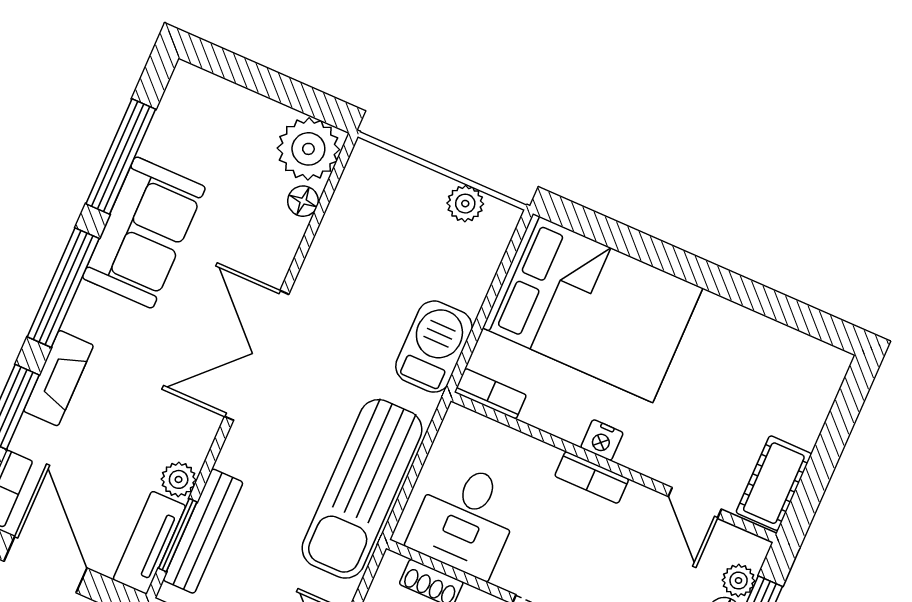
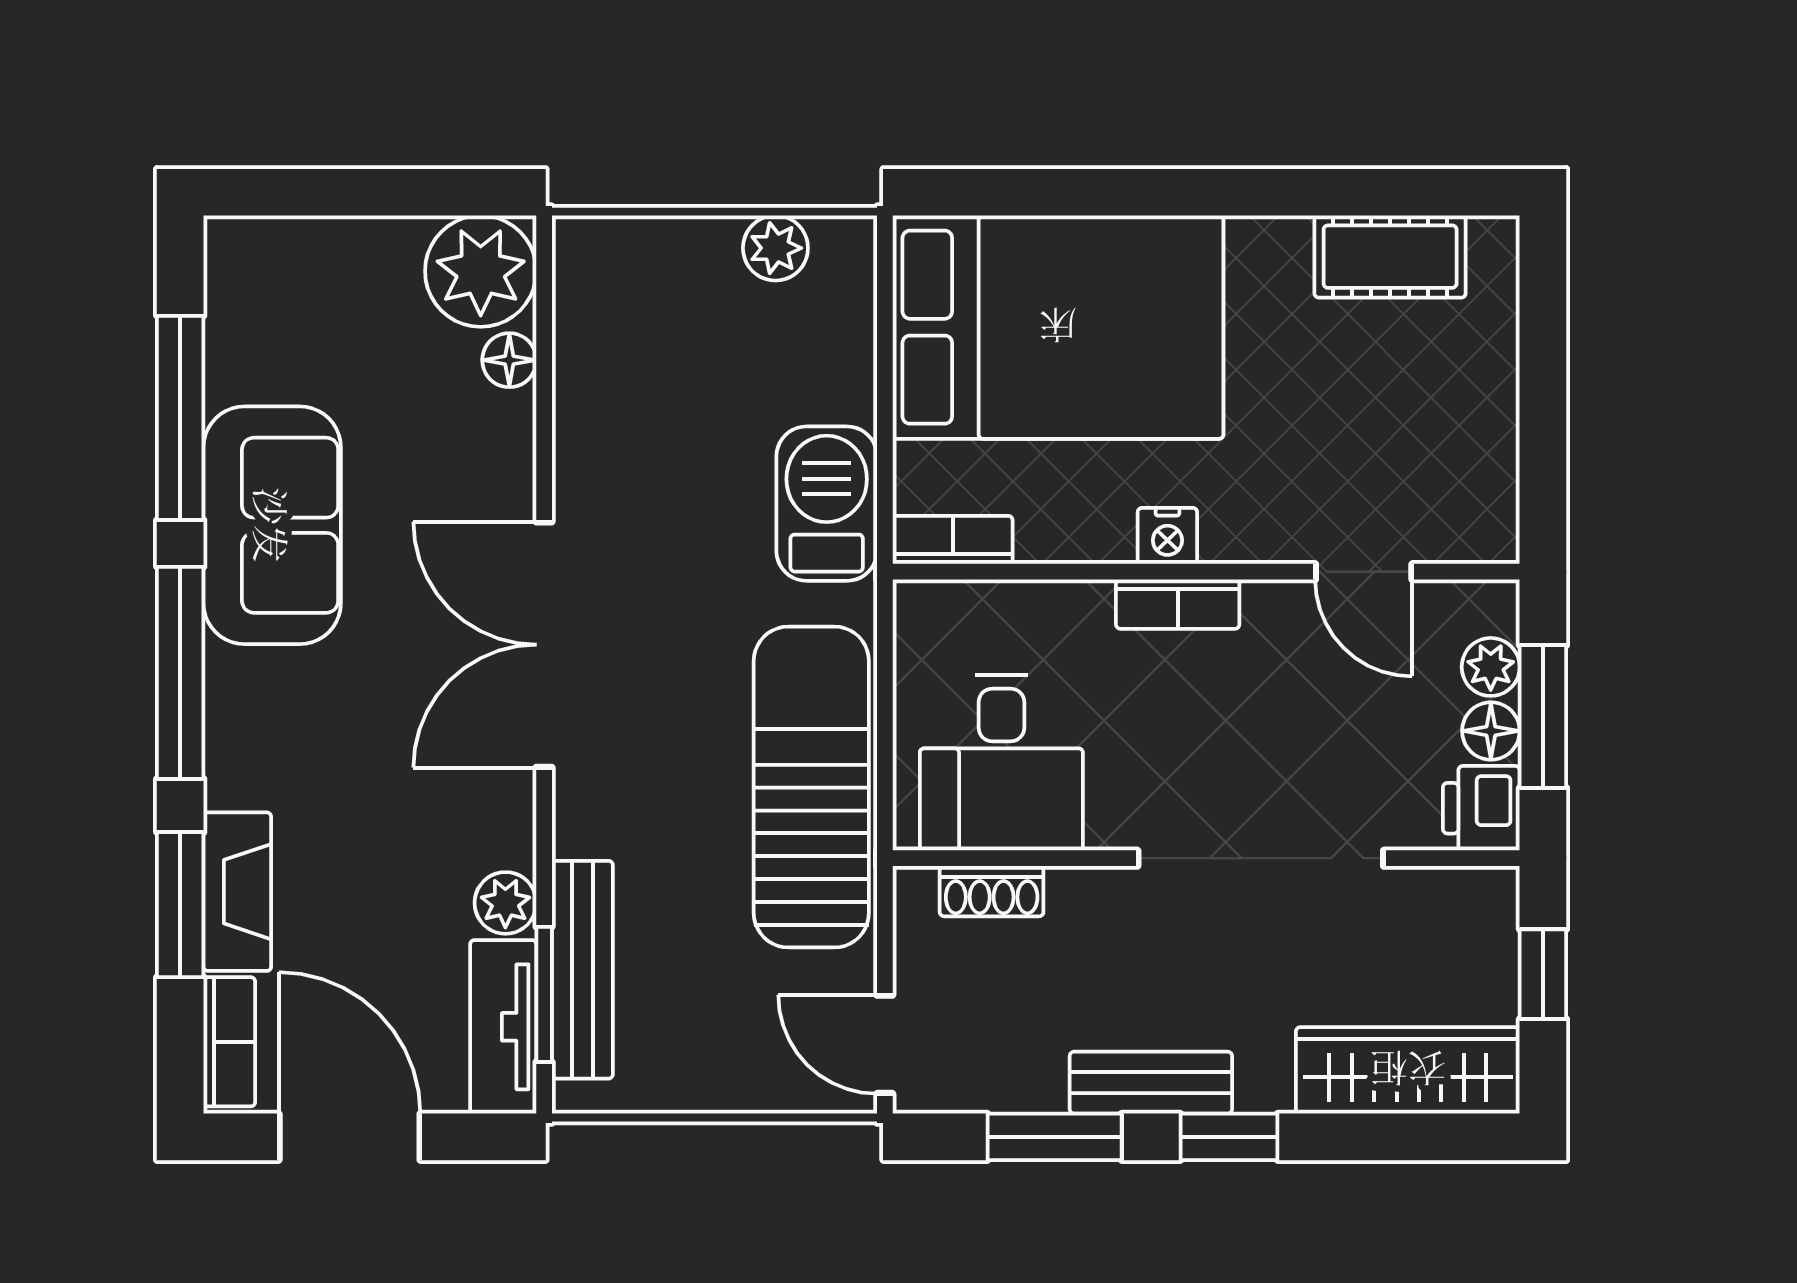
fireplace: (58, 378) -> (237, 892), moved
cot: (774, 483) -> (1390, 257), moved, turned 90
sun lounger: (362, 489) -> (811, 787), turned 180

